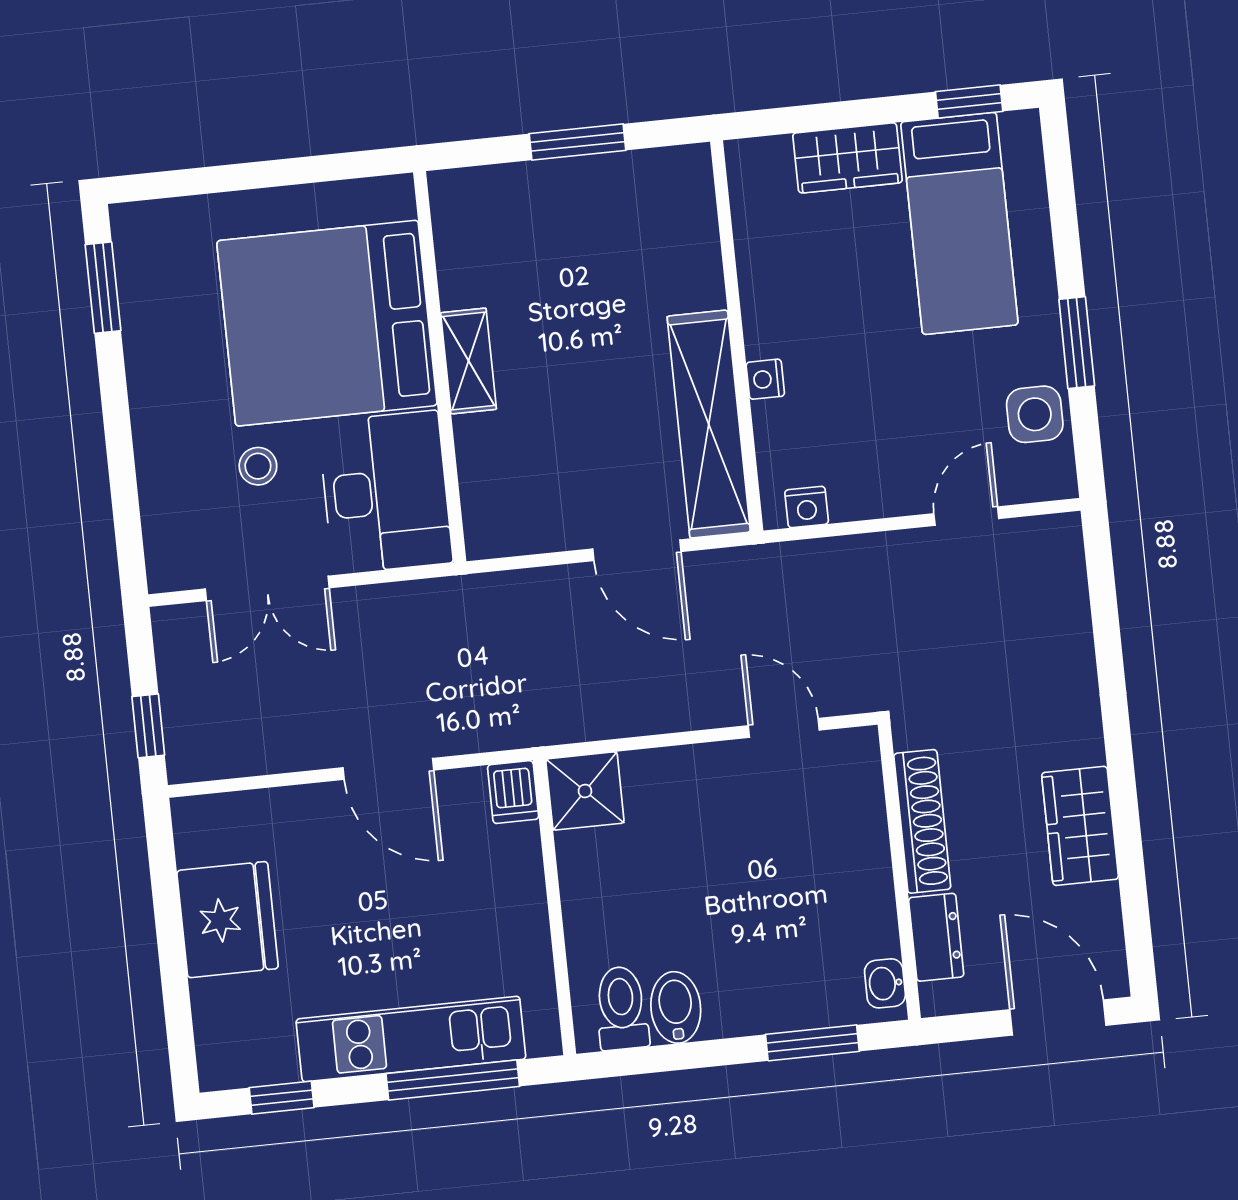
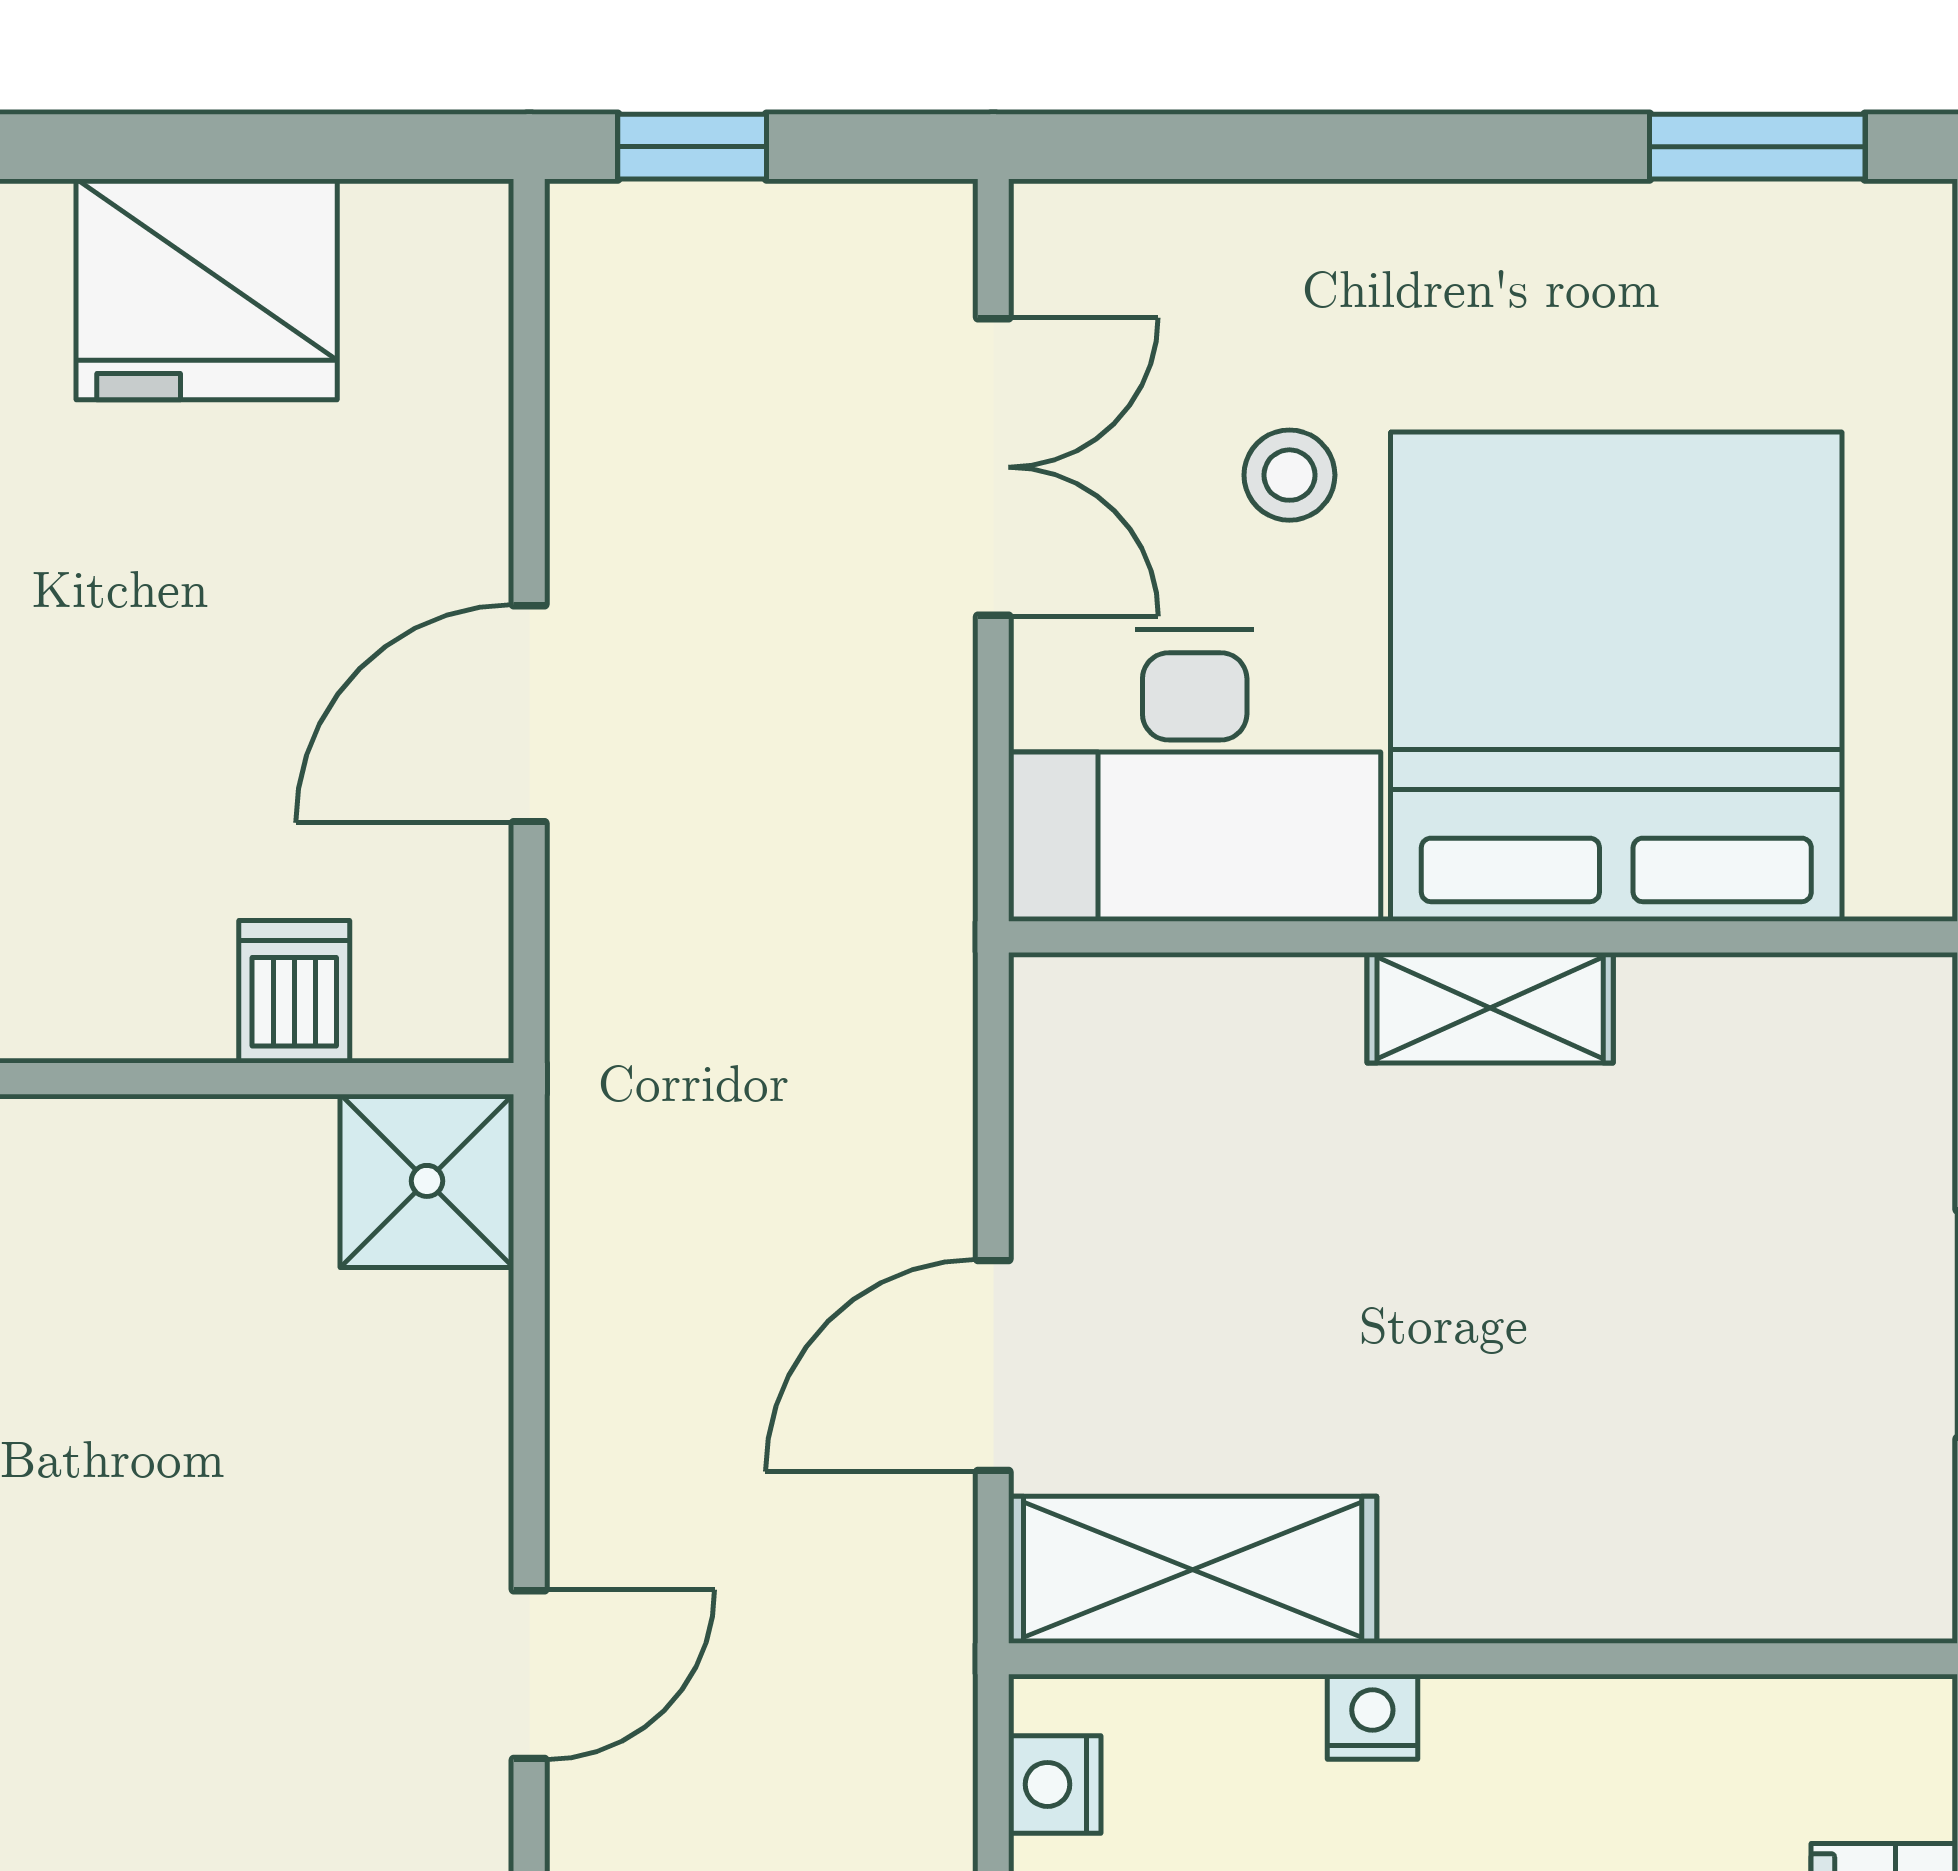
shelving: (709, 424) -> (1193, 1570), width x0.68
double door: (267, 588) -> (993, 467), swing flipped
dishwasher: (513, 792) -> (294, 992), moved, turned 90

